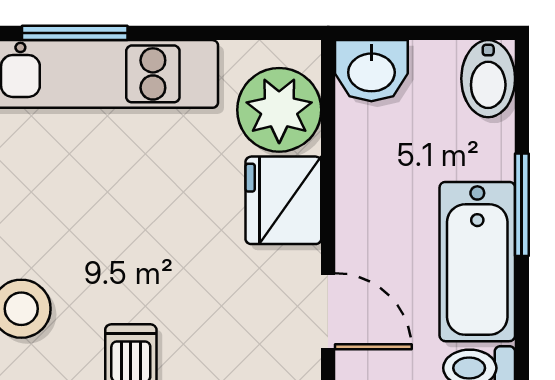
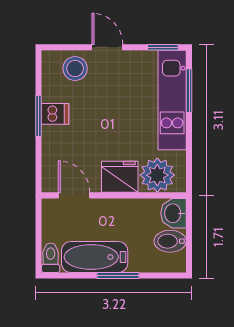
bidet: (488, 79) -> (170, 241), moved
door: (328, 311) -> (74, 195), swing flipped

